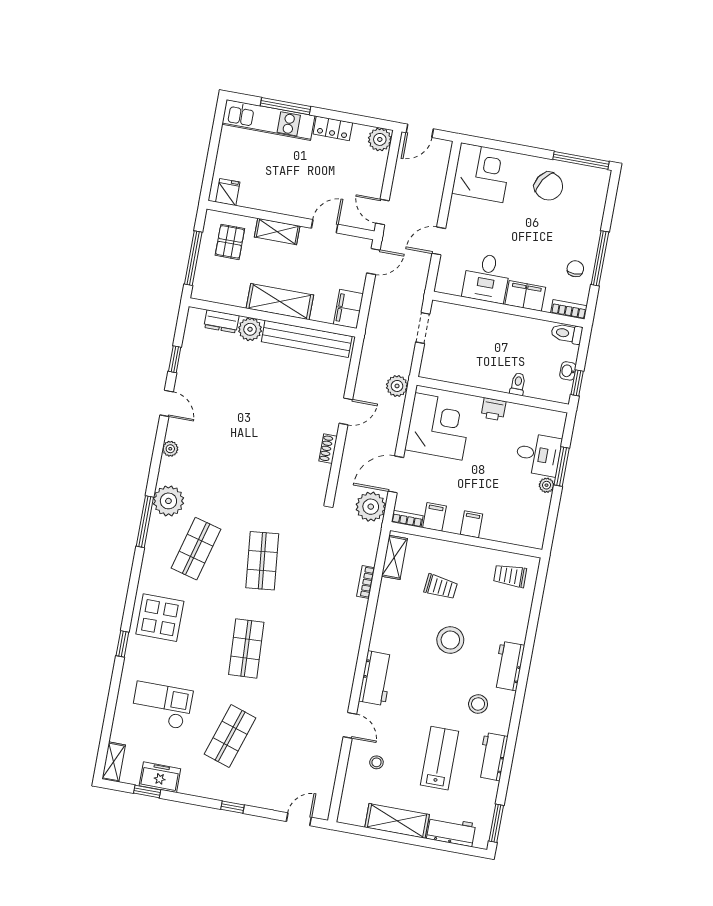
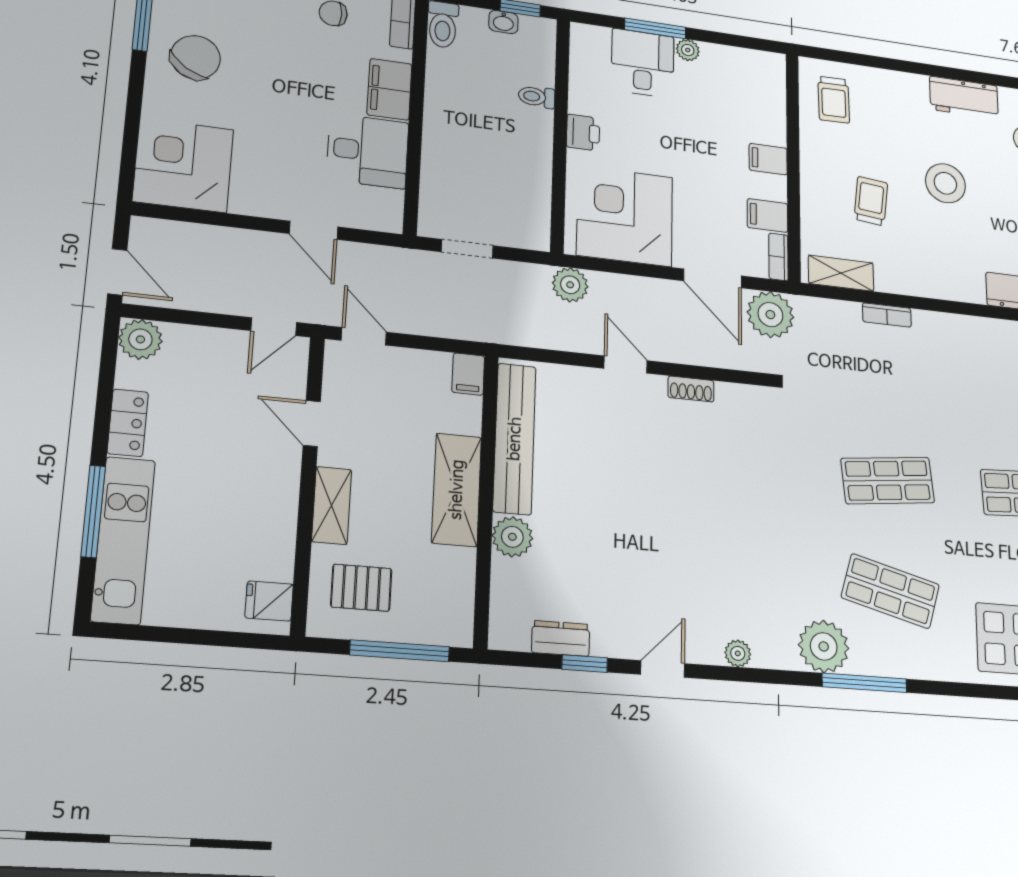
filing cabinet: (348, 309) -> (468, 374), width x0.50
dresser: (221, 321) -> (561, 638), moved, turned -90

